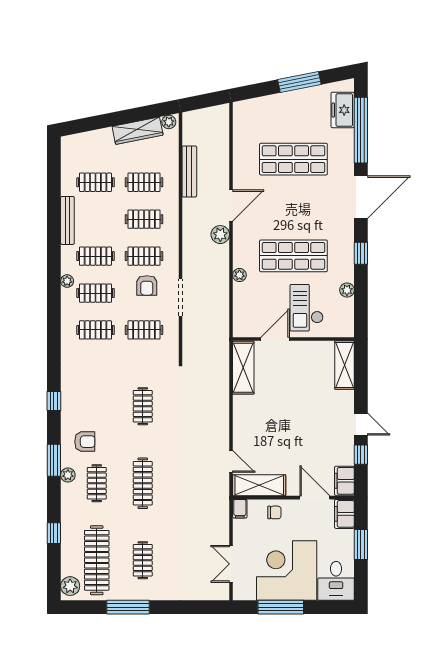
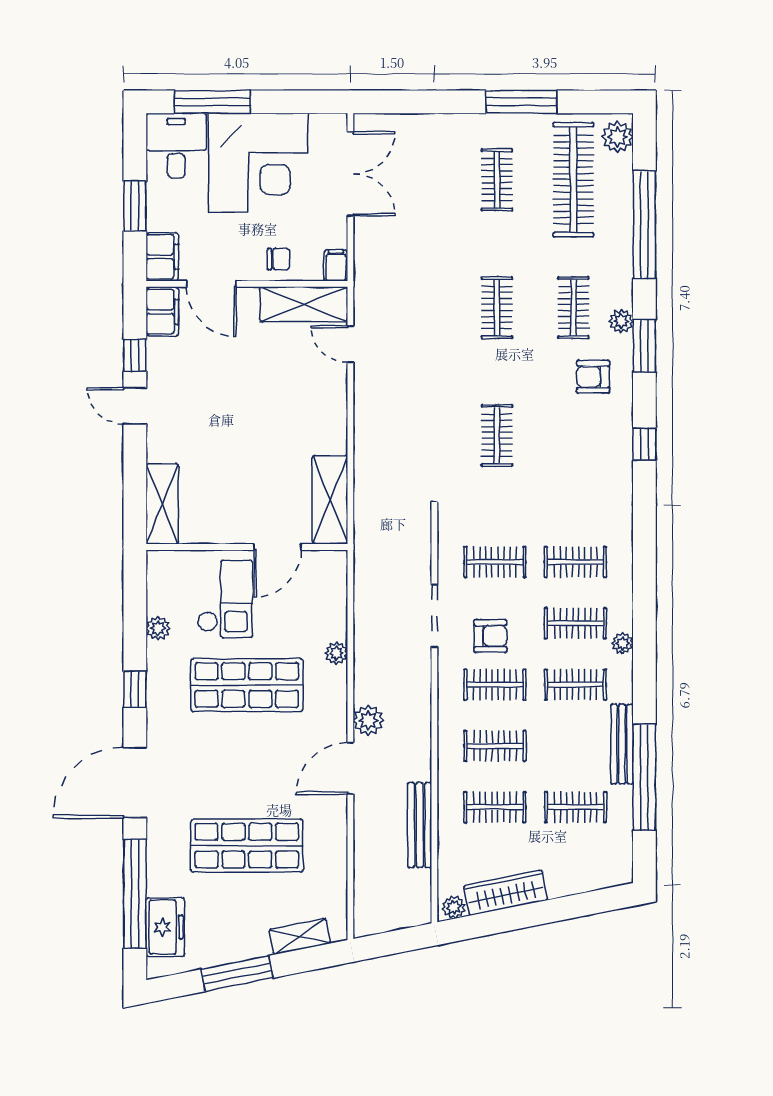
shelving: (262, 104) -> (300, 936), added
window: (54, 200) -> (644, 777), added
armchair: (147, 285) -> (490, 636), turned 90
clothes rail: (143, 483) -> (497, 308), width x0.73
chair: (274, 512) -> (279, 259), turned 180
window: (54, 533) -> (644, 225), width x3.17
double door: (231, 564) -> (350, 174), width x1.37
window: (281, 607) -> (213, 102), moved

